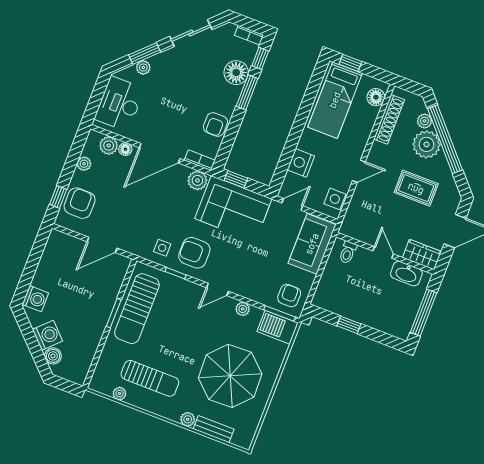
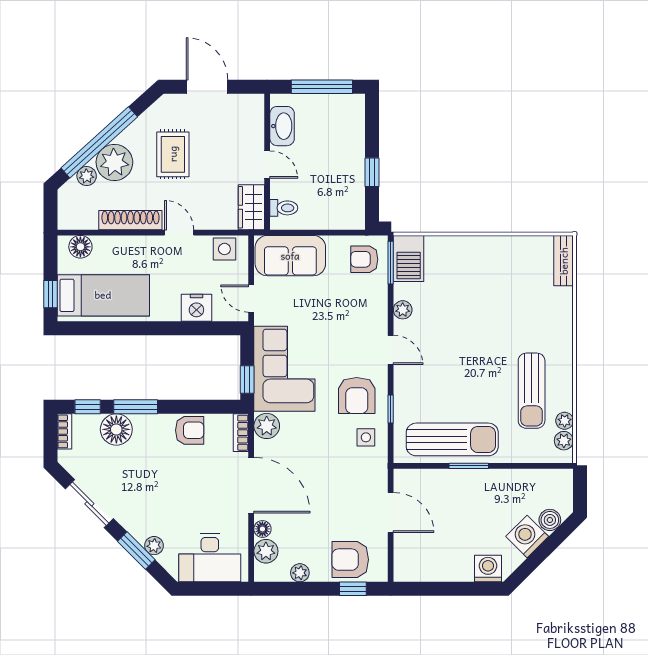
shoe rack: (389, 119) -> (130, 220), moved
door: (383, 253) -> (267, 165), swing flipped
wardrobe: (422, 255) -> (251, 207), moved
parasol: (230, 376) -> (490, 294), removed
sun lounger: (150, 378) -> (532, 391), turned 180
plant: (188, 419) -> (564, 441), moved
bench: (214, 429) -> (564, 261), moved

